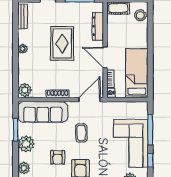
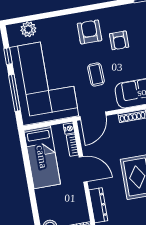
corner sofa: (131, 143) -> (44, 82), width x1.36, depth x1.36
armchair: (58, 157) -> (119, 40), turned 180

